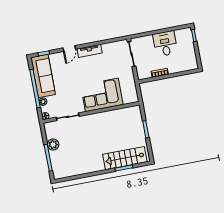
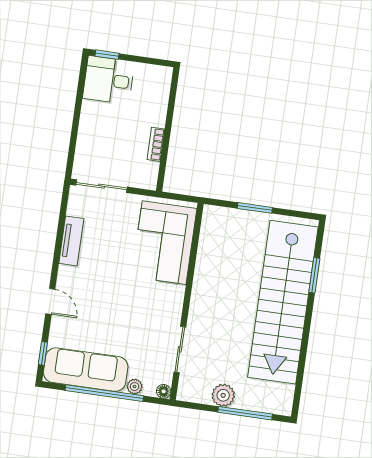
desk: (165, 44) -> (109, 80), moved
tv unit: (90, 51) -> (71, 241), moved
corner sofa: (102, 95) -> (164, 243), moved
stairs: (125, 158) -> (283, 302), width x1.86, depth x1.51

